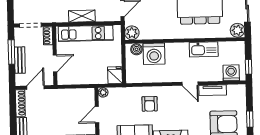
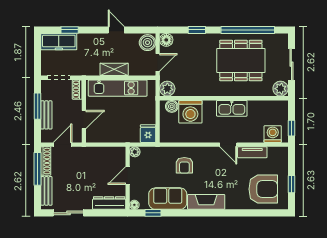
kitchen sink: (204, 49) -> (232, 108), moved
window: (13, 111) -> (38, 169), added

